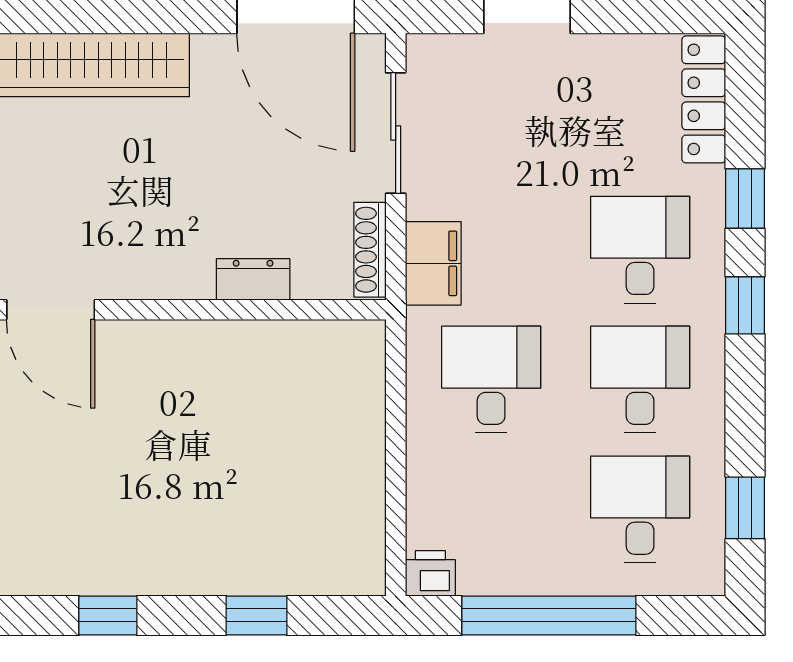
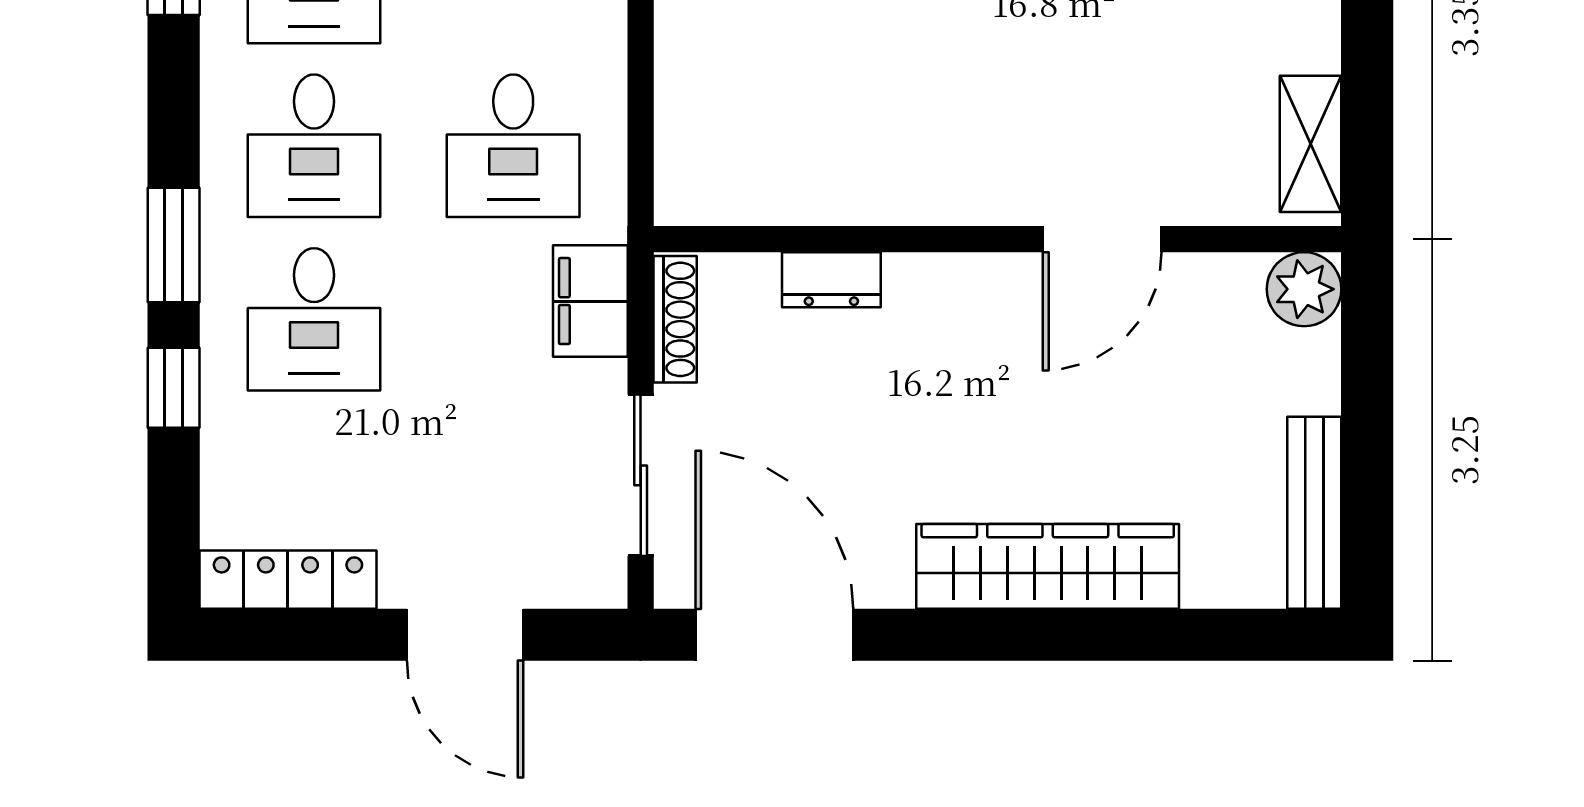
locker: (704, 99) -> (288, 580), moved, turned -90
window: (745, 305) -> (174, 245), width x1.50
door: (51, 310) -> (1102, 239), swing flipped

